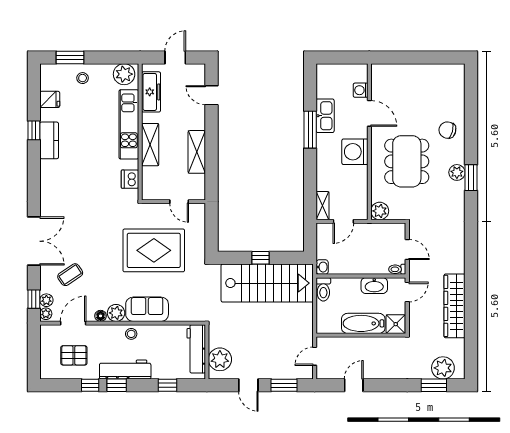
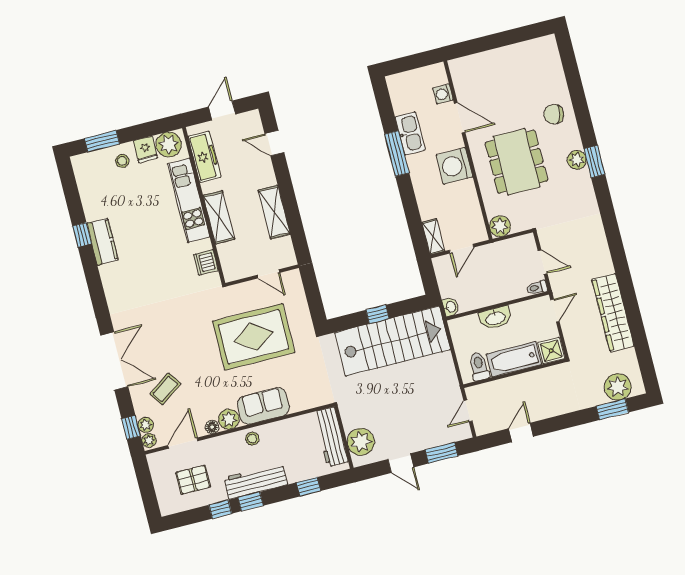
fridge: (50, 99) -> (145, 149), moved, turned 90
washbasin: (374, 286) -> (495, 318), moved
toilet: (323, 289) -> (479, 366), moved, turned 180

